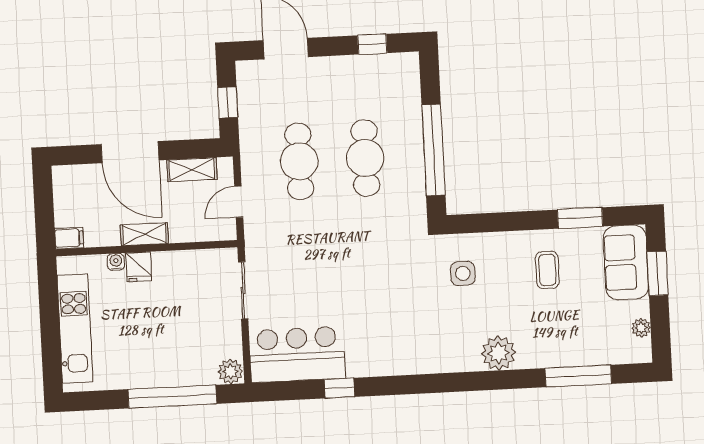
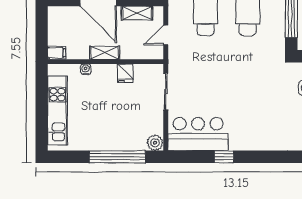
fridge: (139, 267) -> (125, 73), moved

